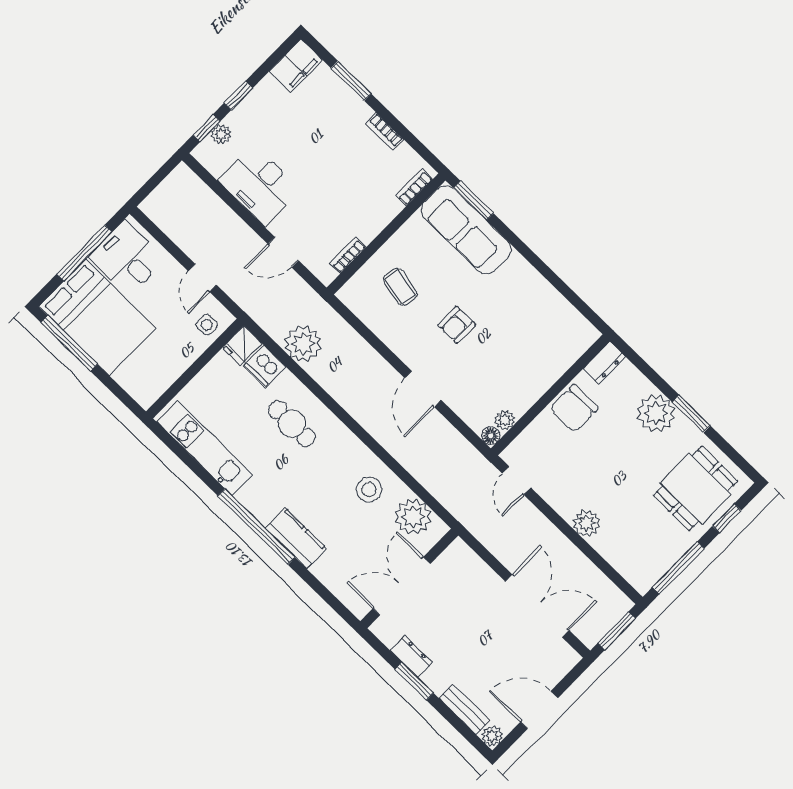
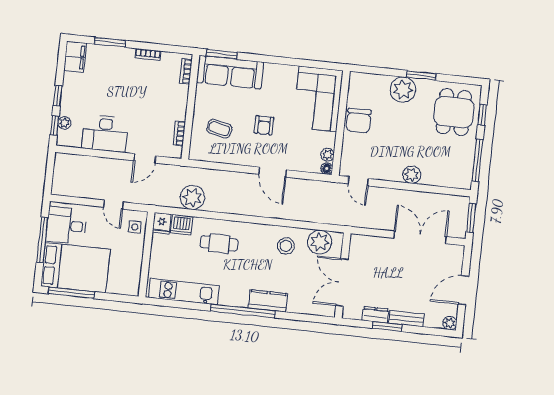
corner sofa: (546, 344) -> (318, 99), added
dresser: (604, 363) -> (355, 85), removed
bench: (464, 709) -> (406, 319), moved

